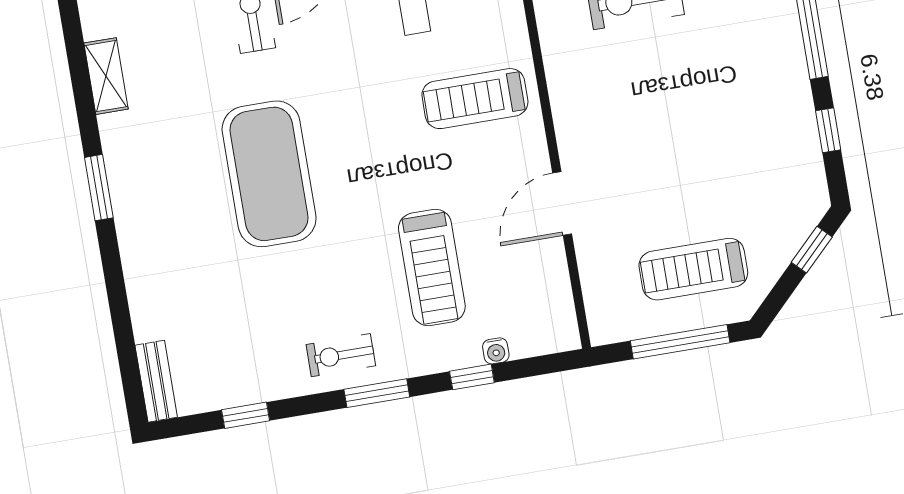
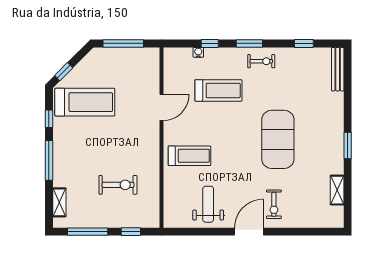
treadmill: (432, 267) -> (218, 90), turned 90
treadmill: (693, 269) -> (85, 102), moved, width x1.37, depth x1.38
bench: (156, 381) -> (338, 69), width x1.36

